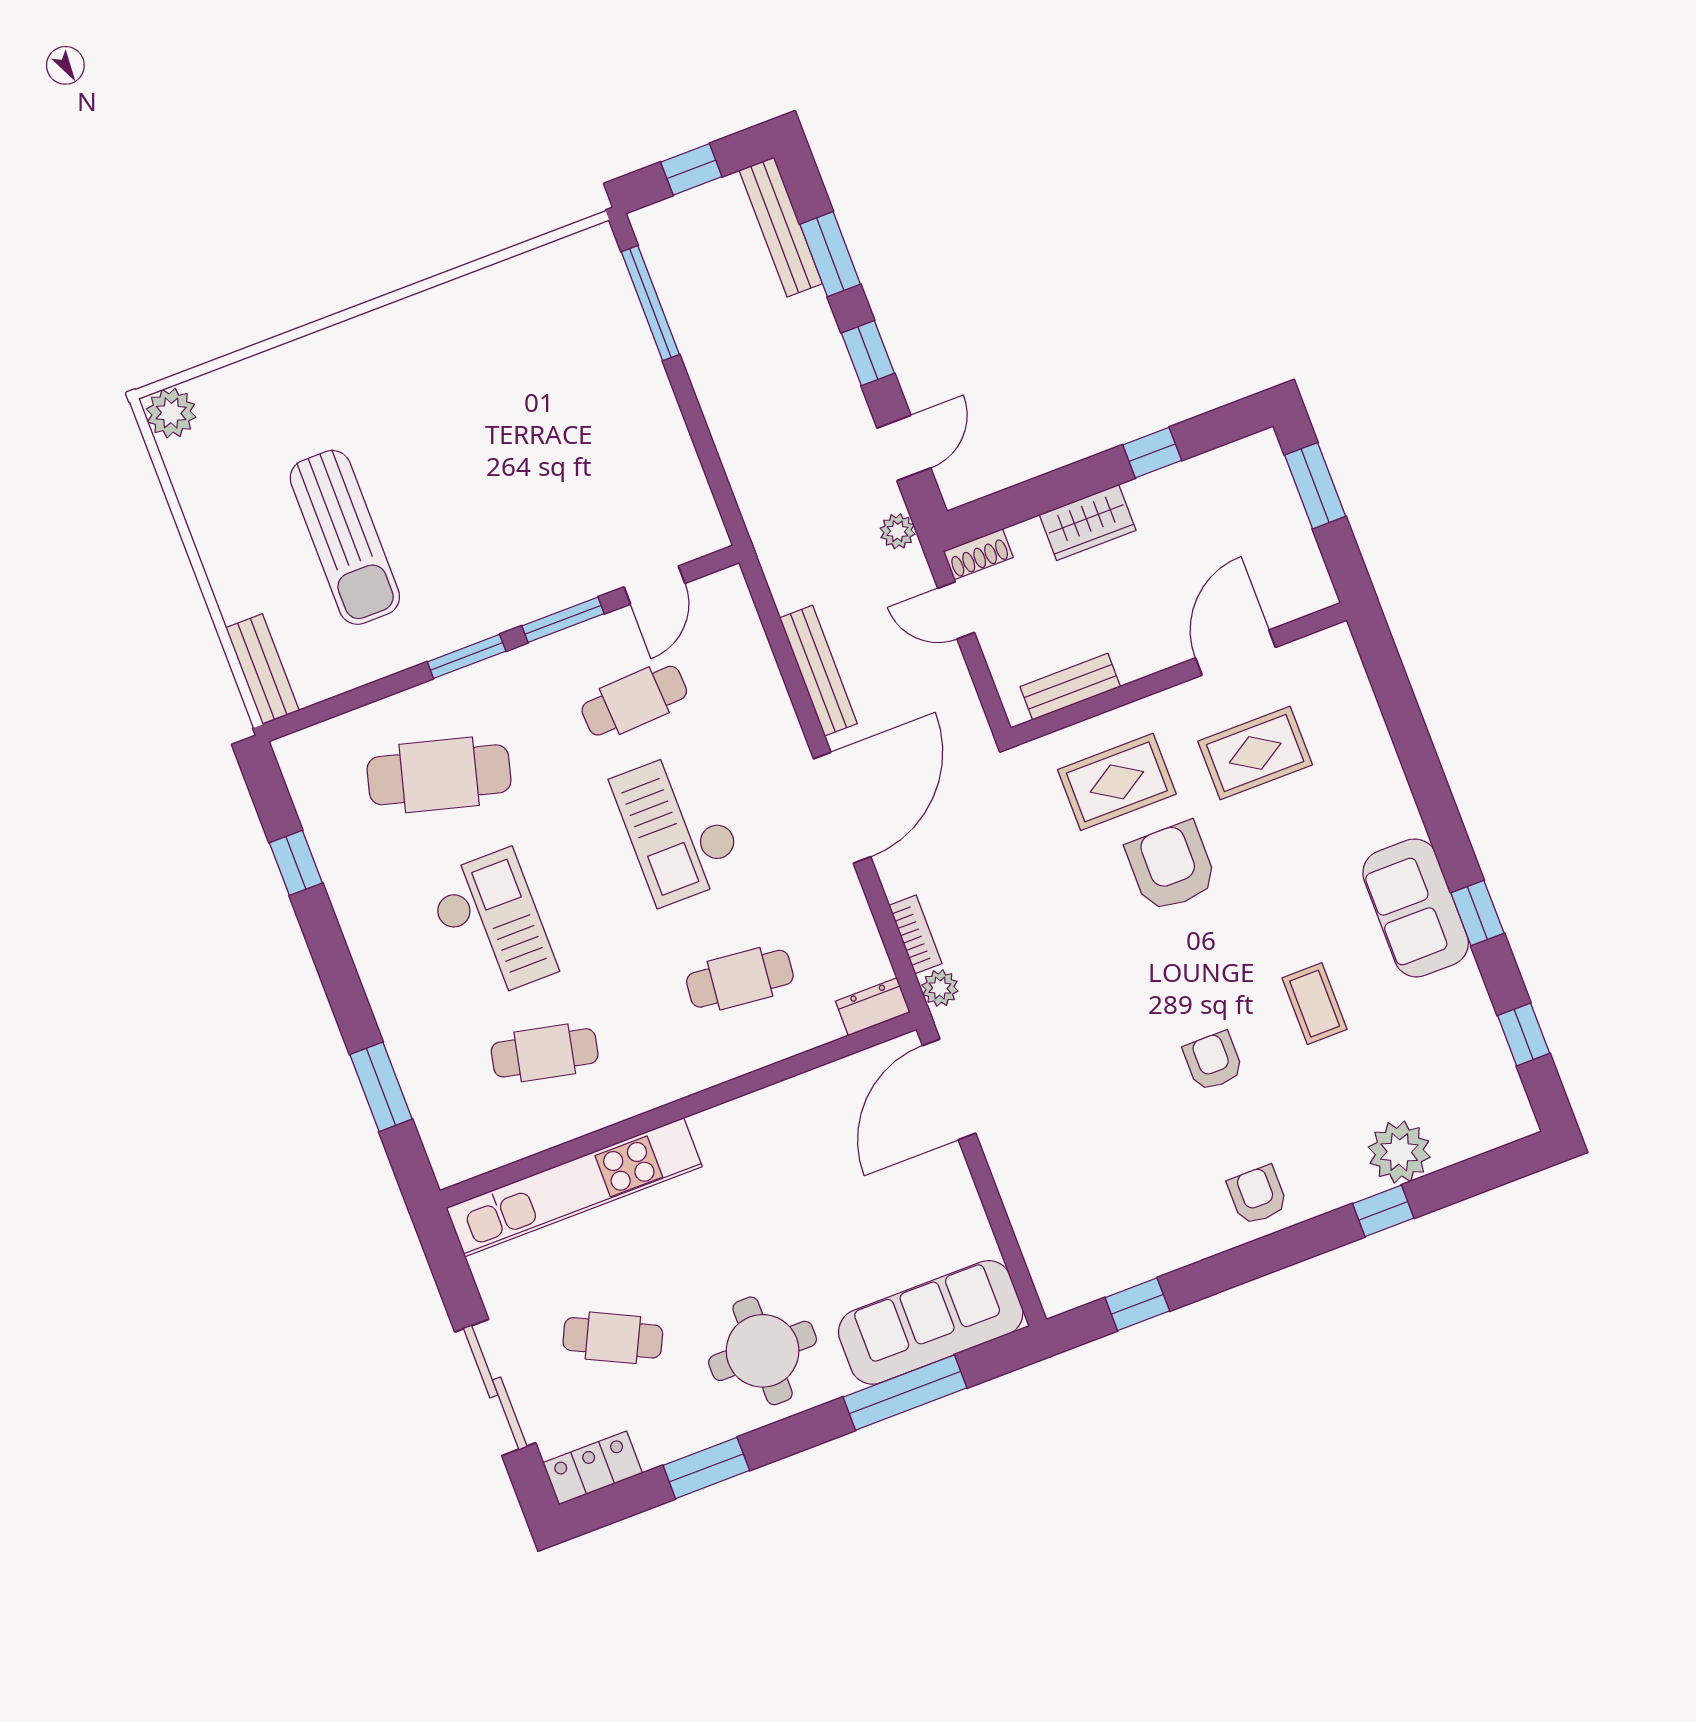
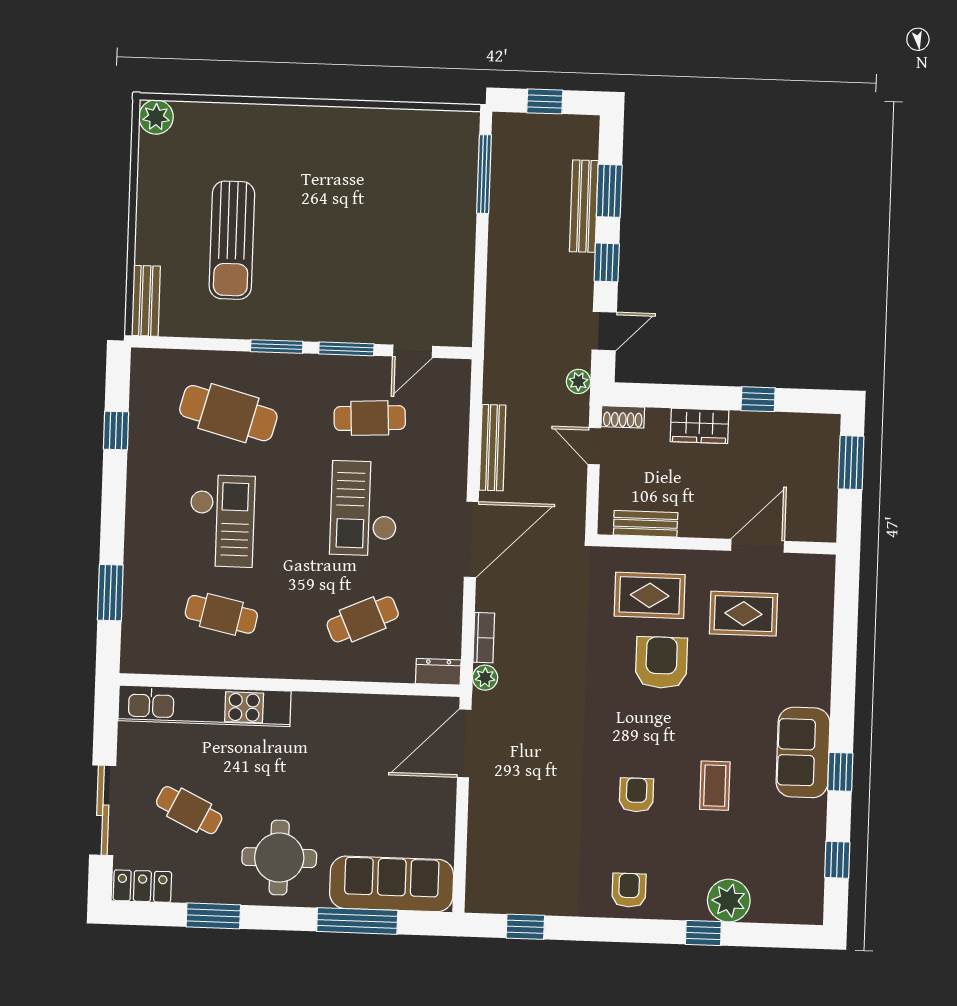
bench: (781, 227) -> (584, 206), moved
cafe table: (740, 979) -> (363, 619), turned -30

